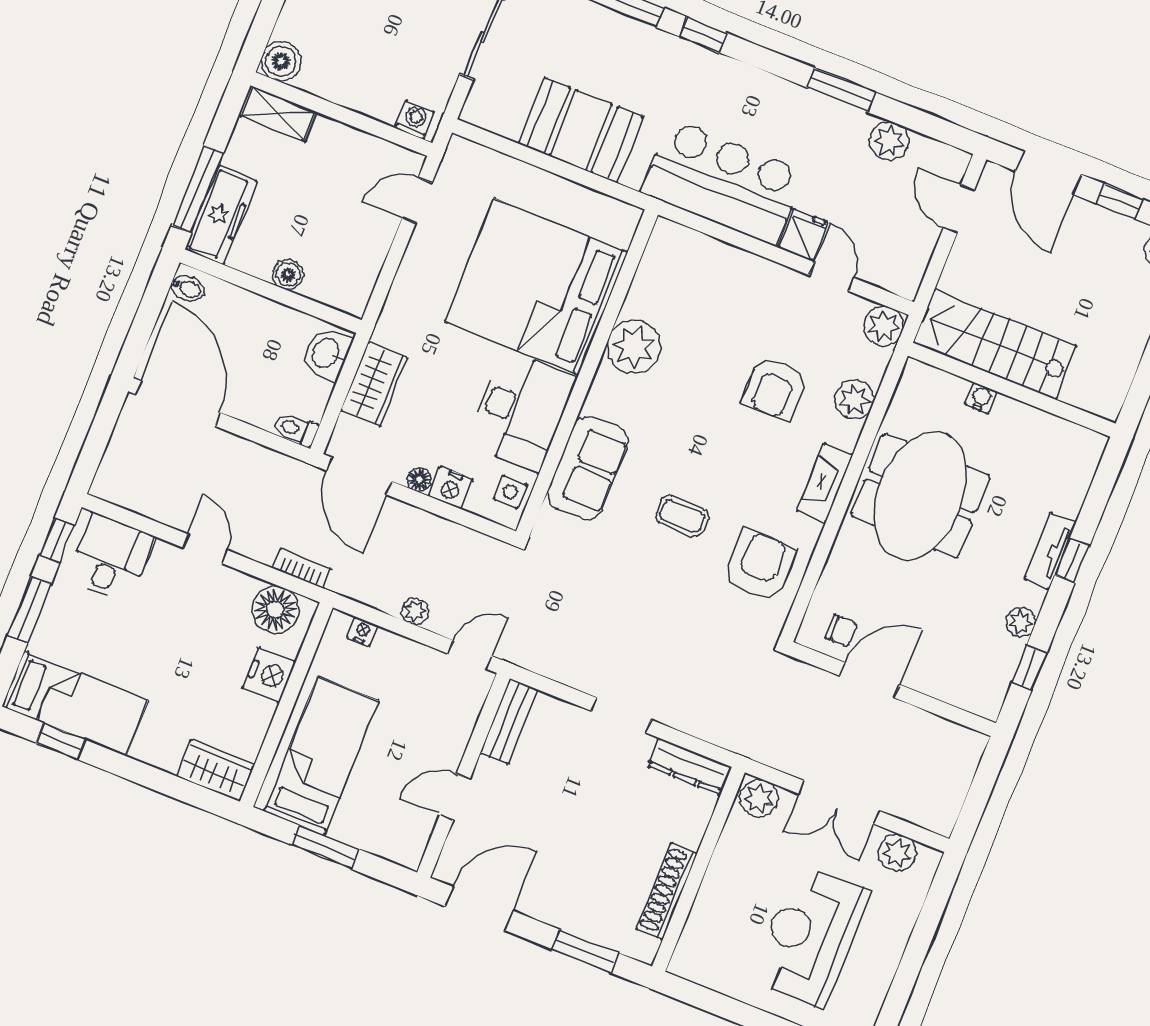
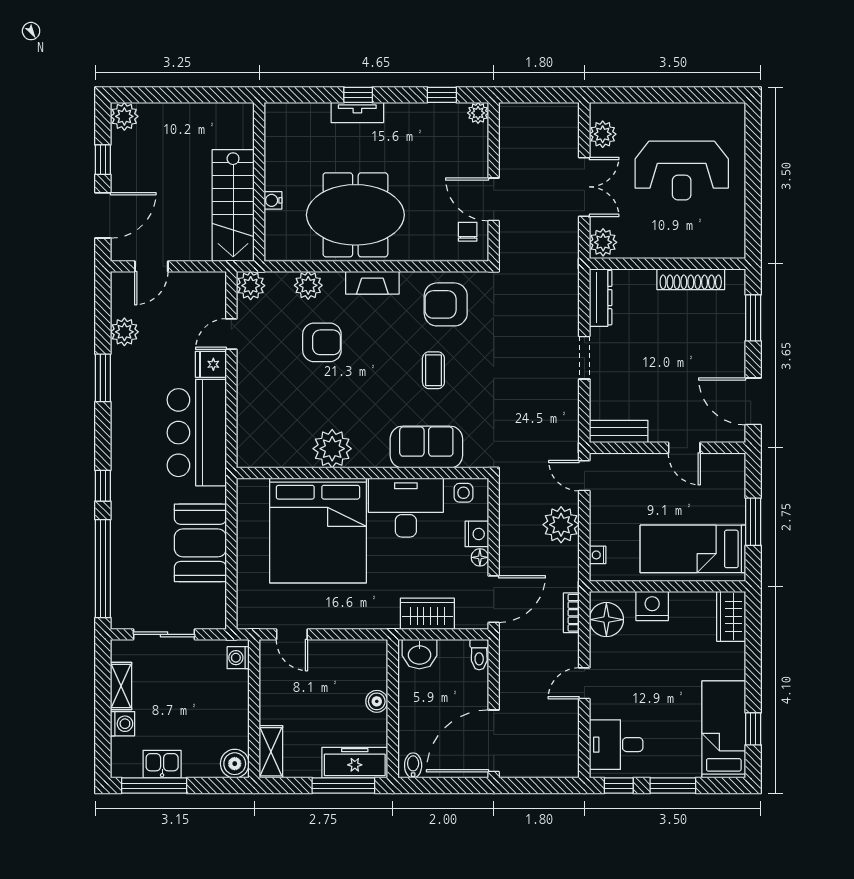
plant: (415, 611) -> (561, 525), width x1.87, depth x1.87
plant: (1021, 622) -> (478, 113), moved

